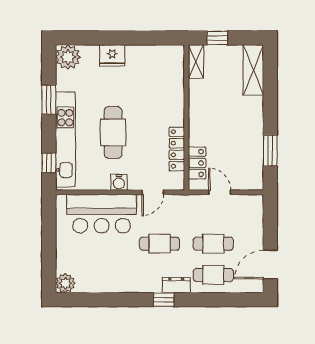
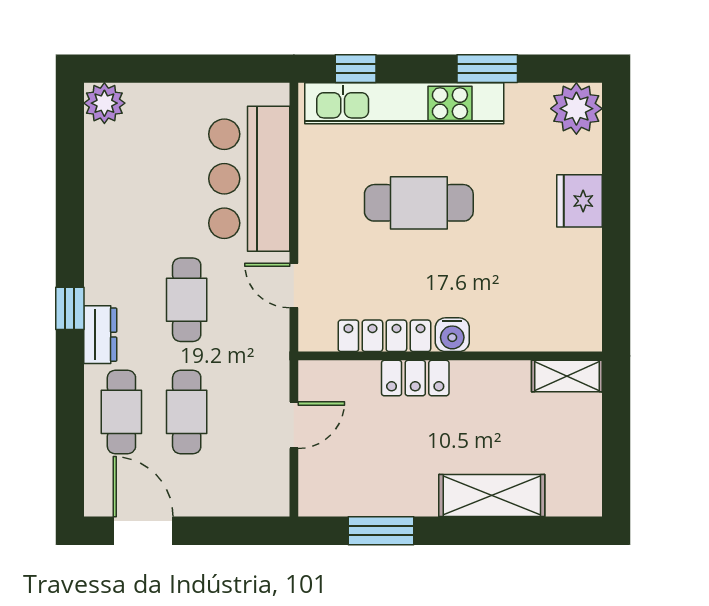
window: (217, 38) -> (616, 420), removed
shelving: (253, 70) -> (492, 496), moved
locker: (197, 163) -> (415, 378), moved
water cooler: (119, 182) -> (452, 335), moved, turned -90

